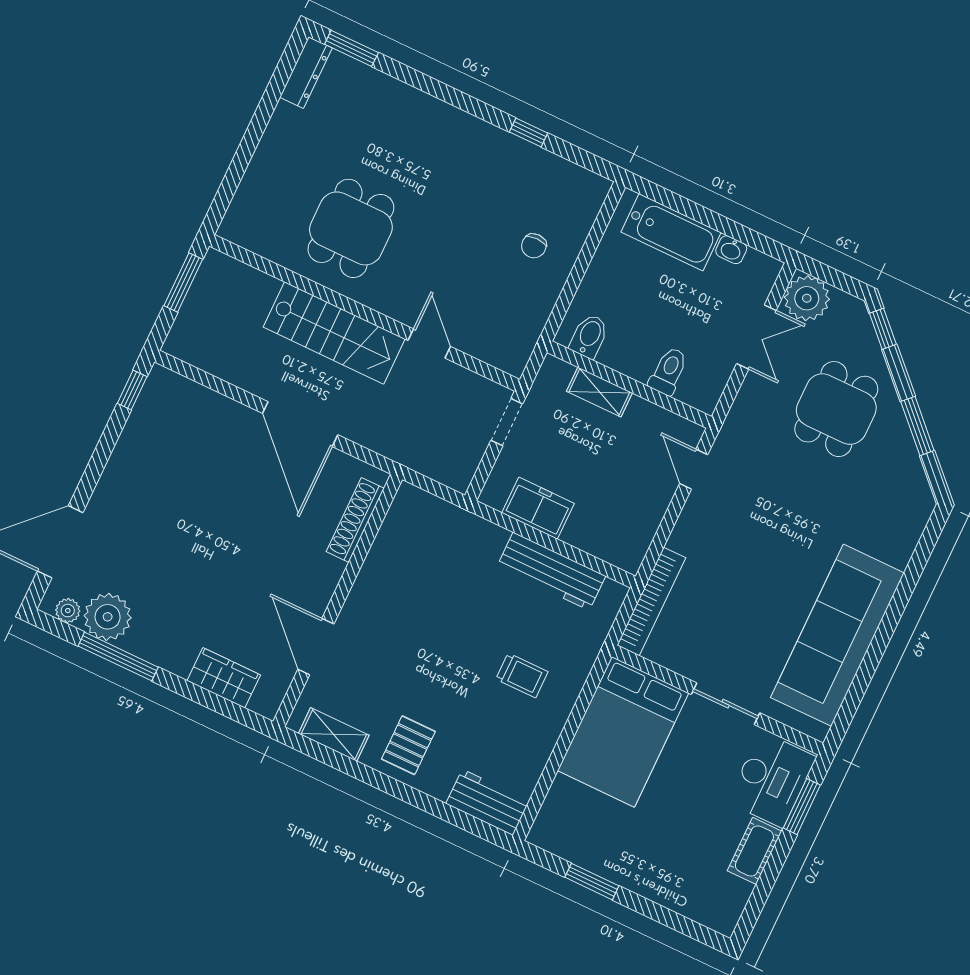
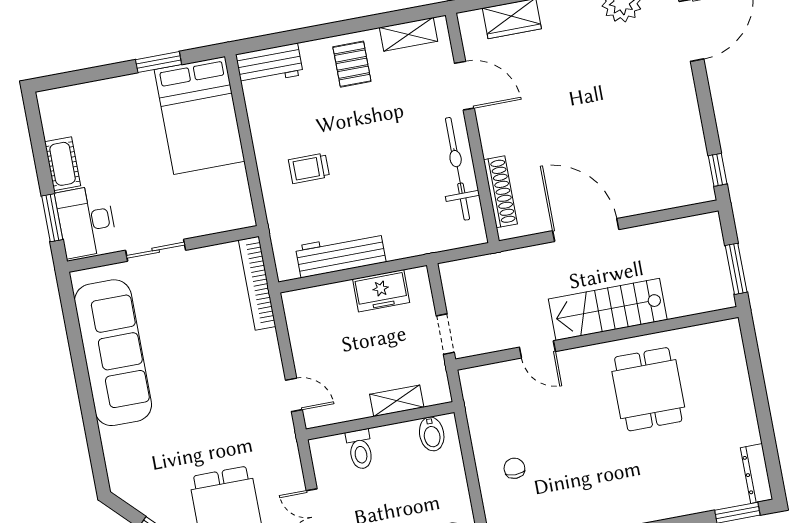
bicycle: (380, 572) -> (457, 169), added
bed: (623, 732) -> (200, 115), moved, turned 180

